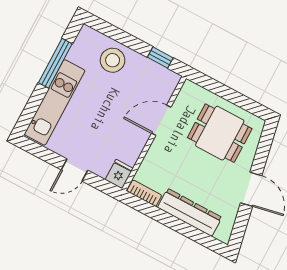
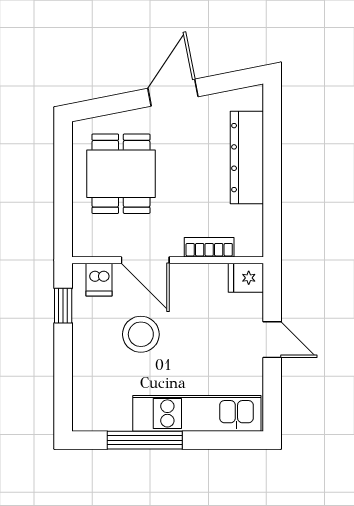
stool: (113, 60) -> (141, 334), moved
dishwasher: (164, 87) -> (99, 280), added
bookcase: (144, 193) -> (209, 247), moved, turned 90

